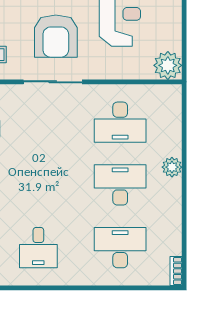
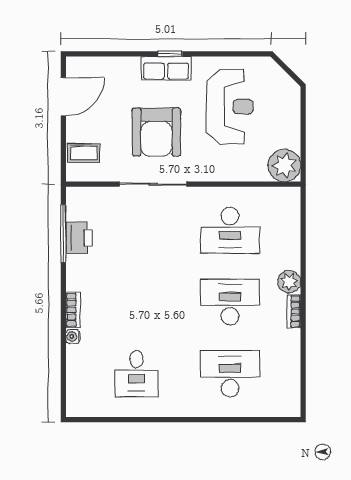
bookcase: (176, 271) -> (294, 311), moved

